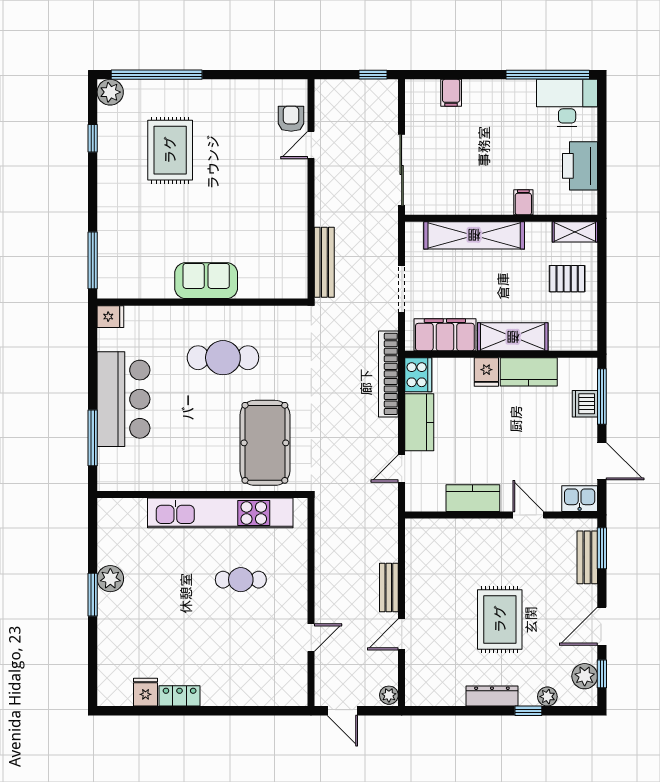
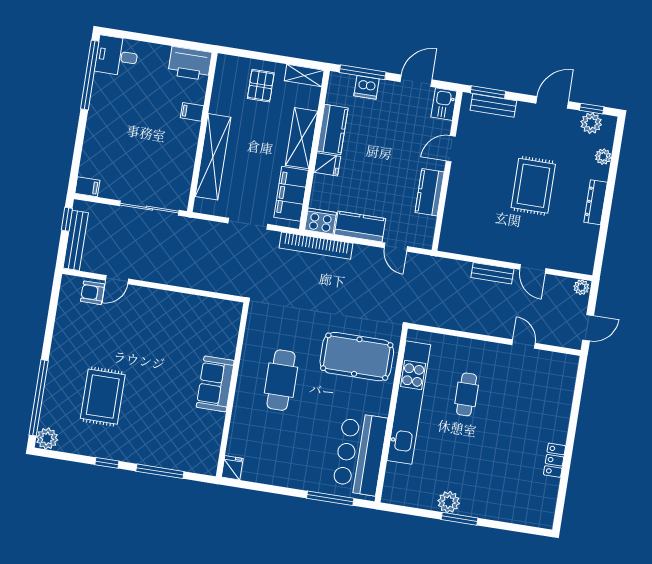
filing cabinet: (451, 93) -> (87, 187), moved
desk: (567, 103) -> (117, 56), width x0.73
window: (93, 138) -> (107, 463), moved
door: (311, 145) -> (117, 280), hinge flipped
rug: (170, 150) -> (103, 397), turned 90
printer: (580, 166) -> (190, 64), moved
shelving: (575, 232) -> (304, 76), moved, turned 90
window: (93, 260) -> (160, 471), moved
bench: (324, 262) -> (76, 240), moved, turned 90
bar counter: (123, 399) -> (360, 454), moved, turned -90
rug: (500, 619) -> (533, 186), turned 90
door: (602, 626) -> (552, 102), swing flipped
fridge: (146, 692) -> (547, 488), removed
window: (528, 711) -> (612, 174), removed

